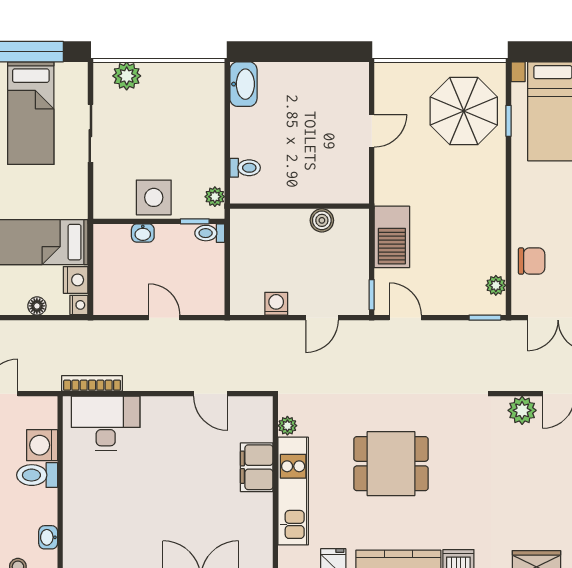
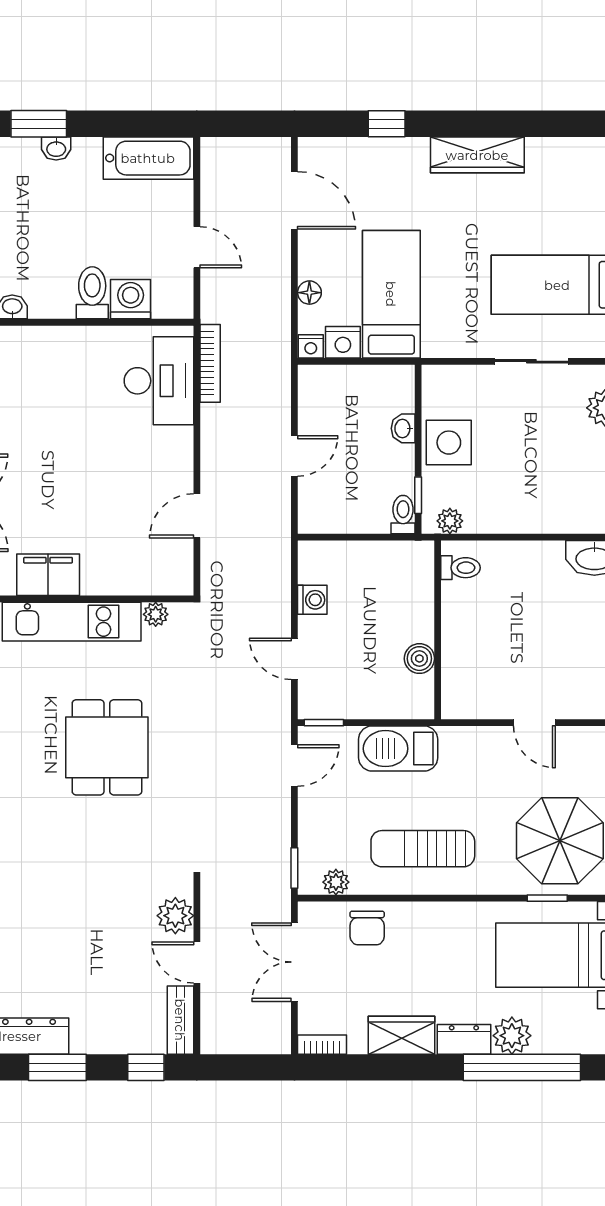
toilet: (245, 168) -> (460, 568), moved, turned -90
sun lounger: (470, 218) -> (423, 849), added
filing cabinet: (257, 467) -> (48, 575), moved

